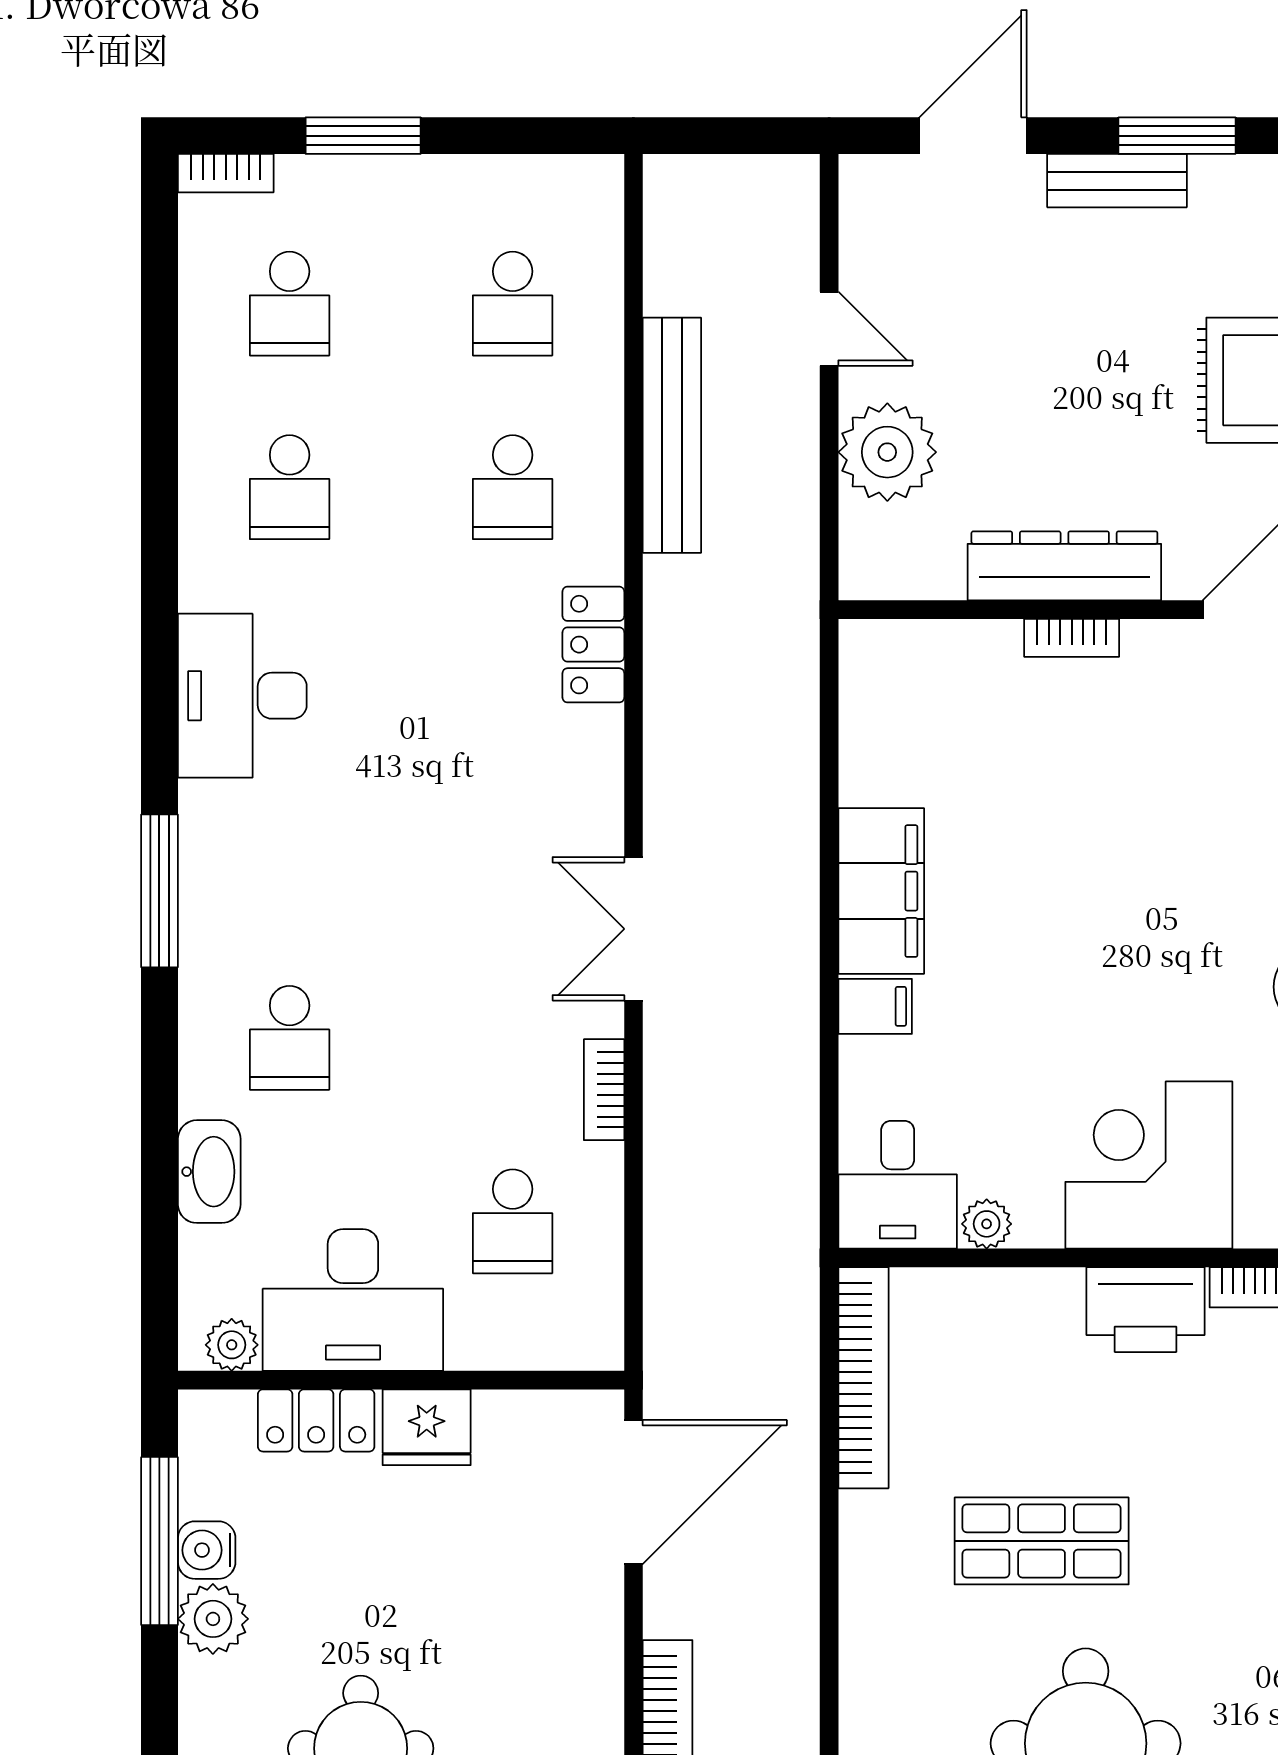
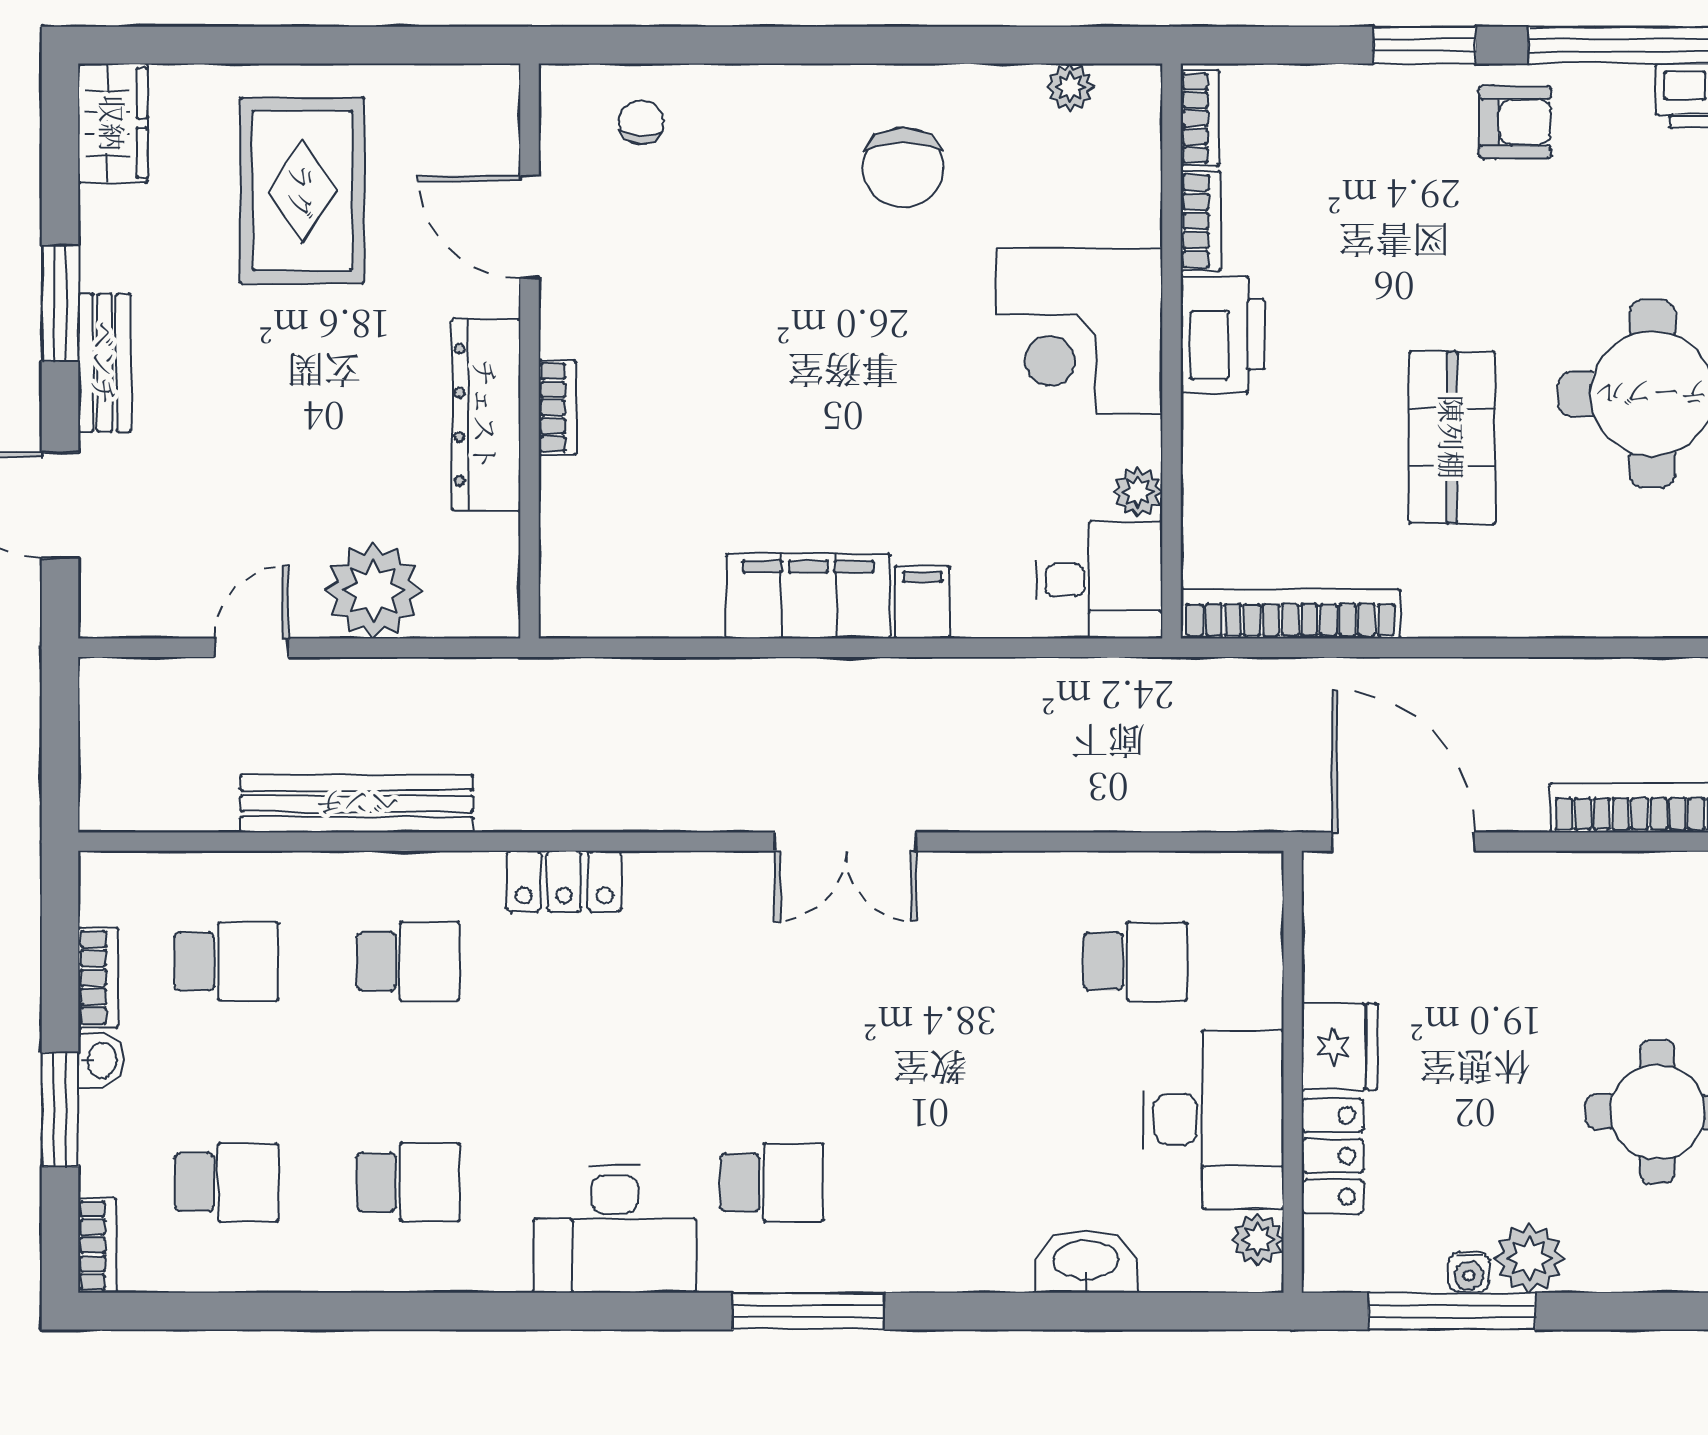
washbasin: (413, 177) -> (101, 1060), added
school desk: (290, 1038) -> (772, 1182), moved
bookcase: (604, 1090) -> (98, 977), moved, turned -90
water cooler: (207, 1550) -> (1469, 1272), width x0.72, depth x0.72

